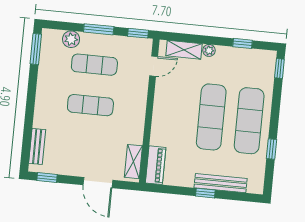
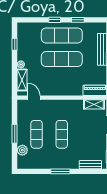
window: (138, 33) -> (15, 109), removed
window: (36, 49) -> (60, 171), moved
window: (279, 68) -> (55, 20), moved

